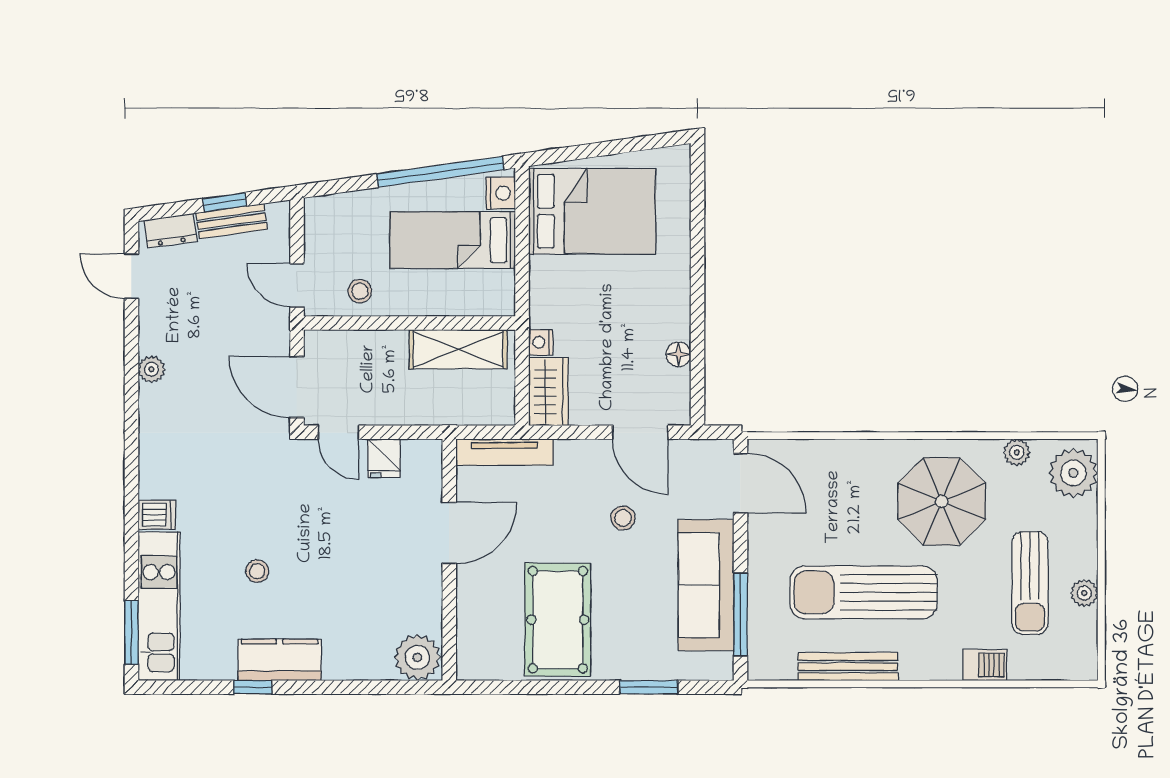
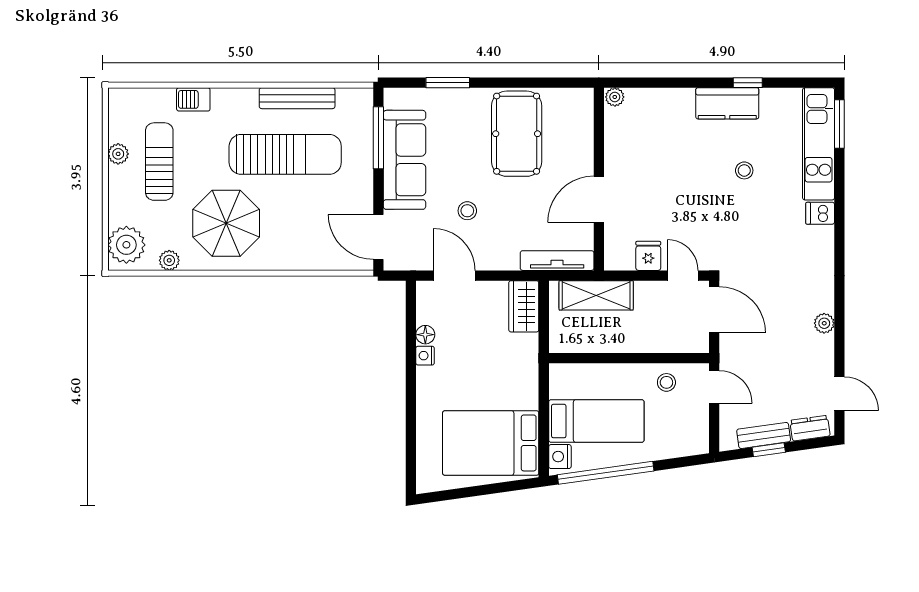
nightstand: (541, 342) -> (425, 356), moved, turned 180
shelving: (458, 349) -> (596, 295), moved
plant: (417, 657) -> (615, 97), width x0.53, depth x0.53

